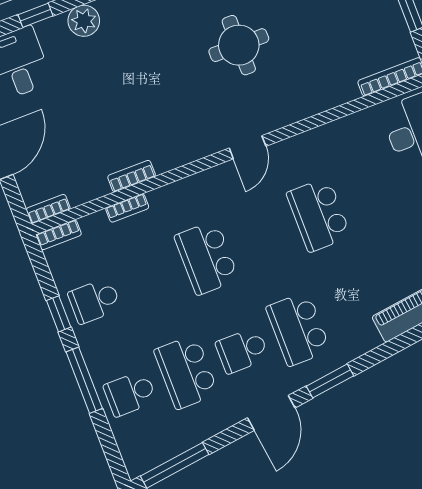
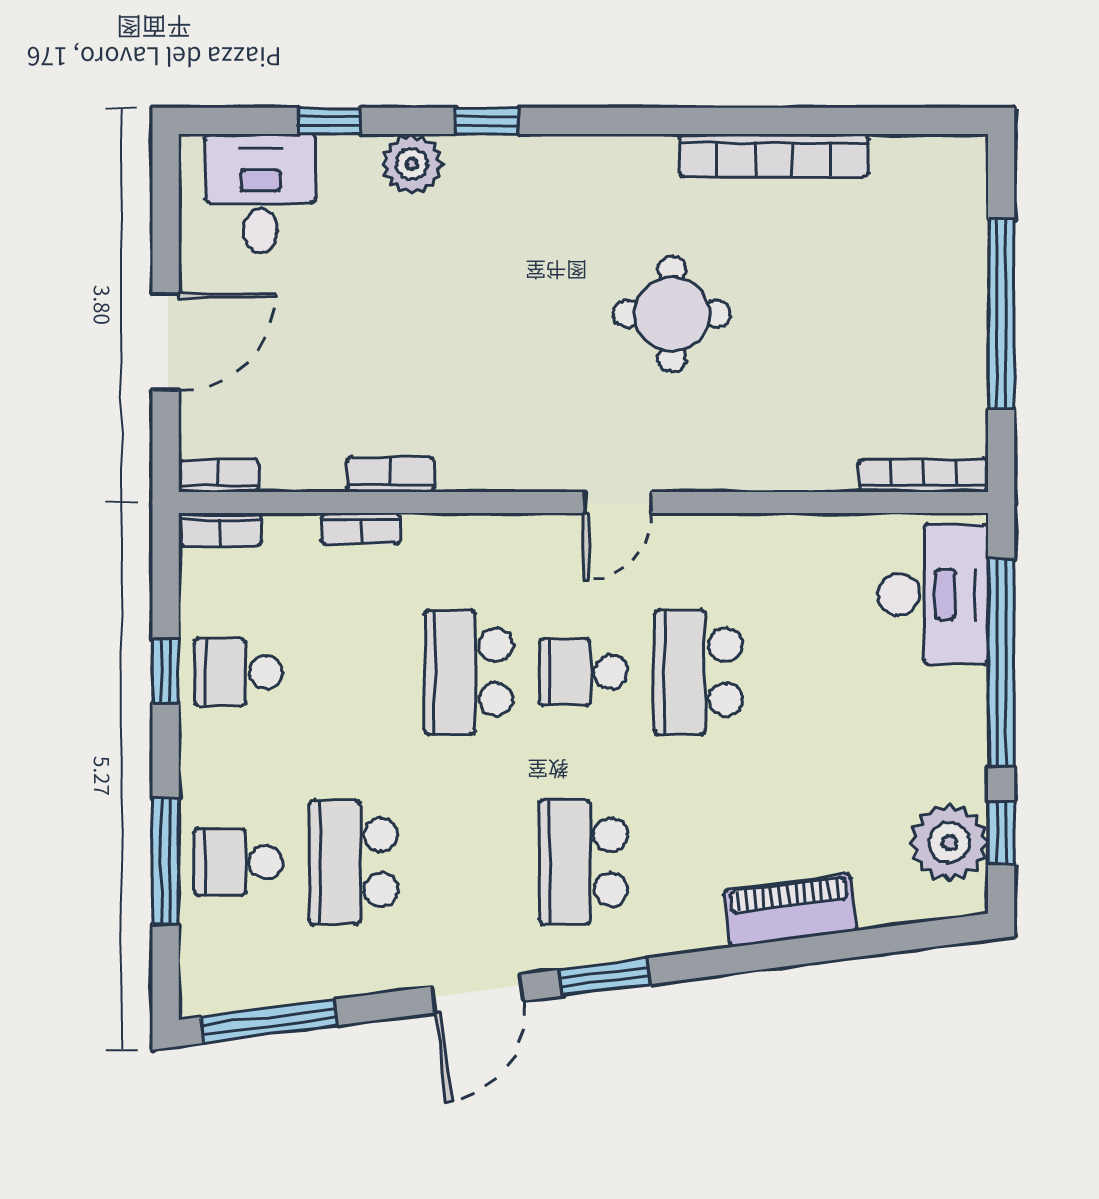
school desk: (242, 350) -> (583, 672), moved
window: (84, 380) -> (166, 862), moved

